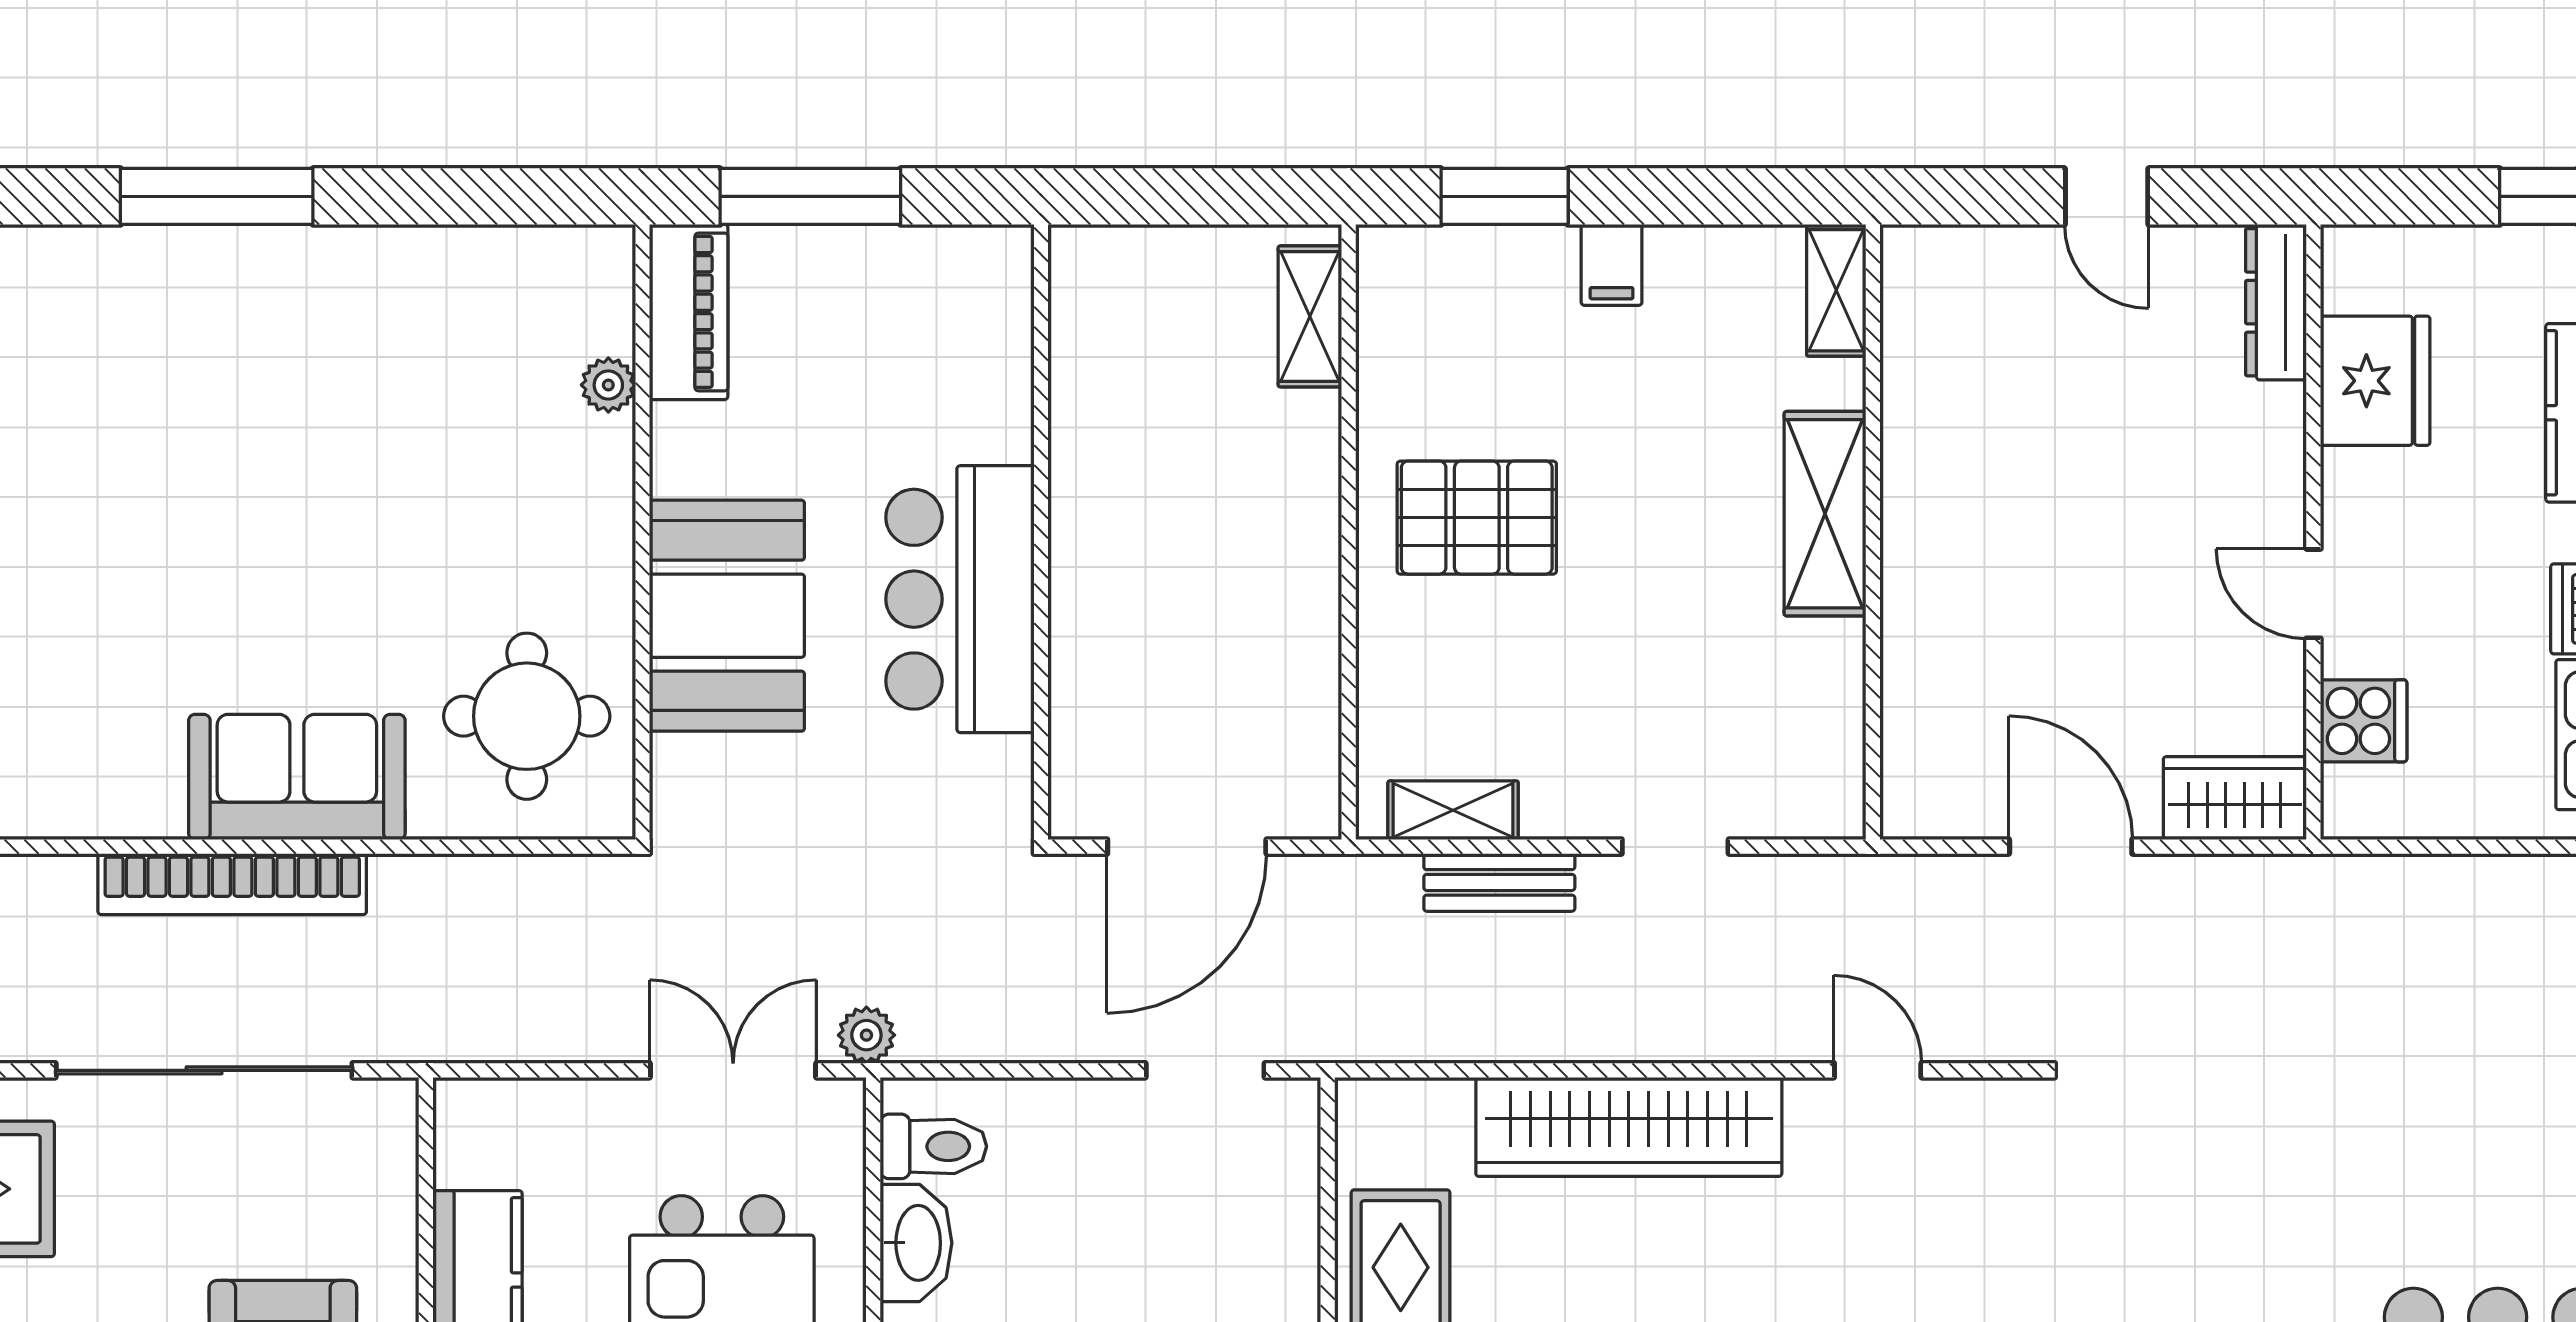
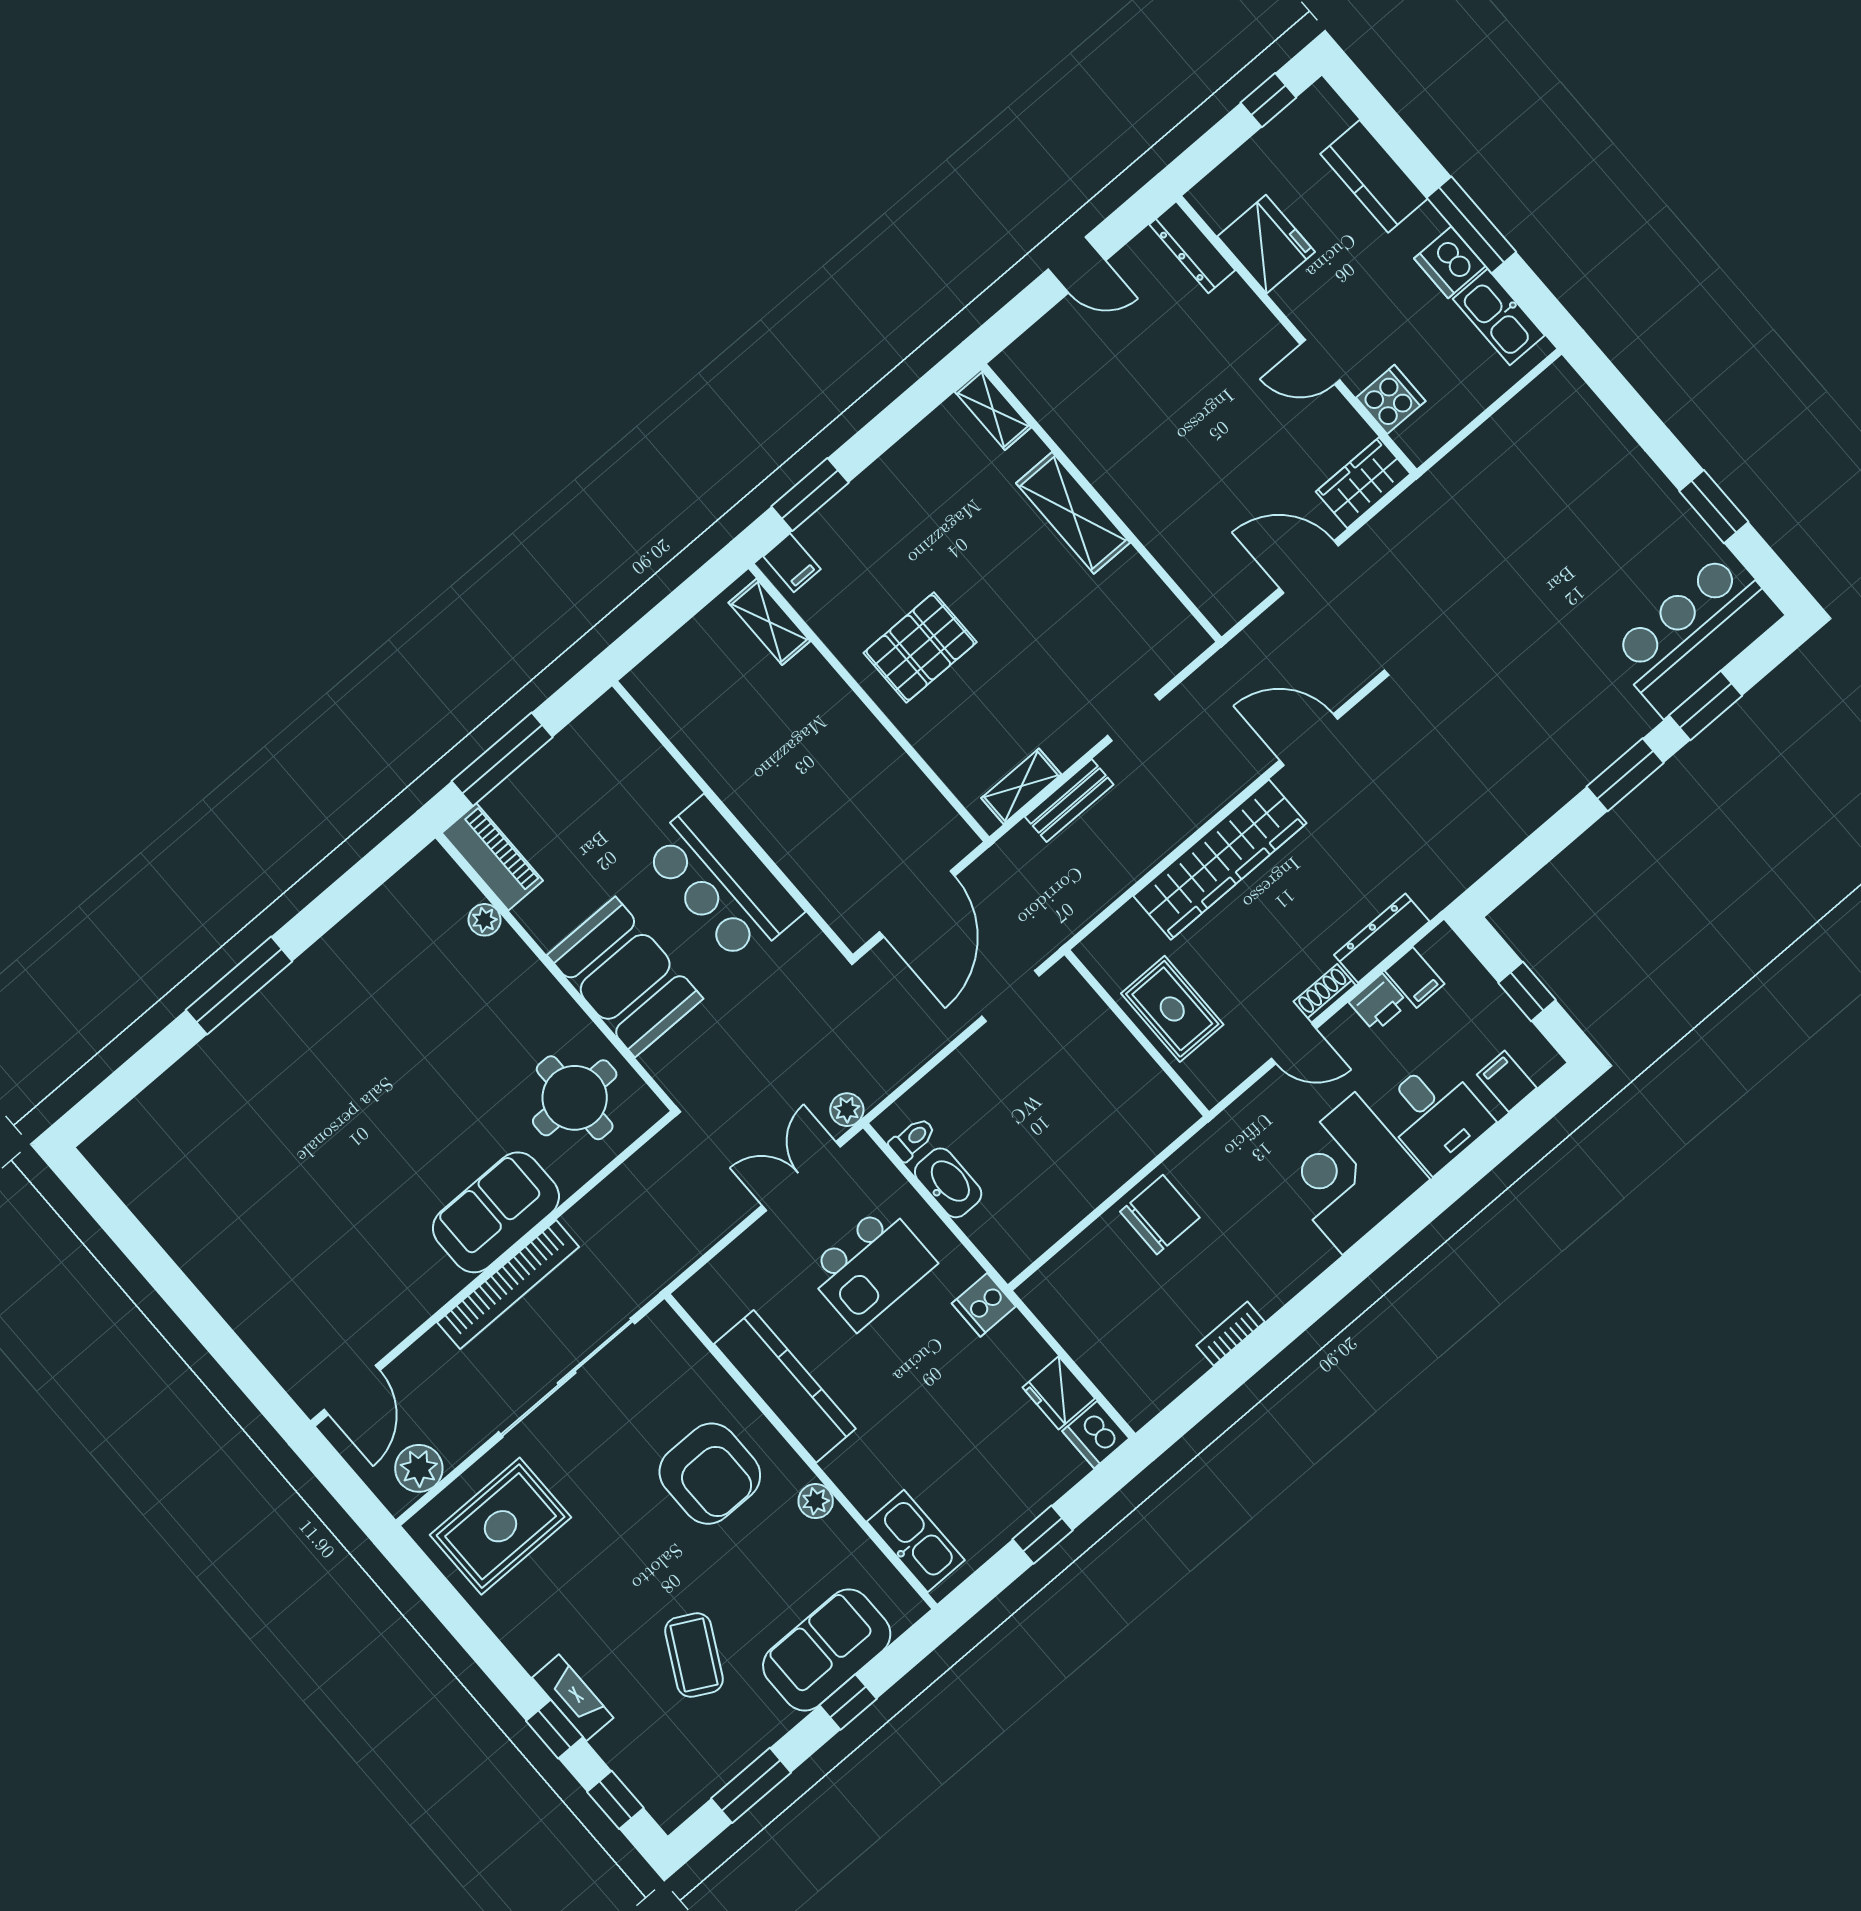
filing cabinet: (1612, 265) -> (792, 563), moved
door: (1878, 1070) -> (1309, 740), width x1.38
toilet: (933, 1146) -> (912, 1139), width x0.73, depth x0.72

